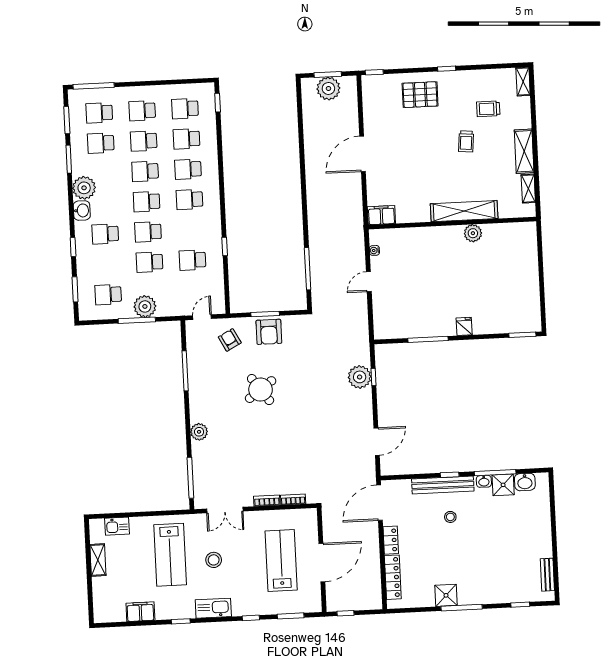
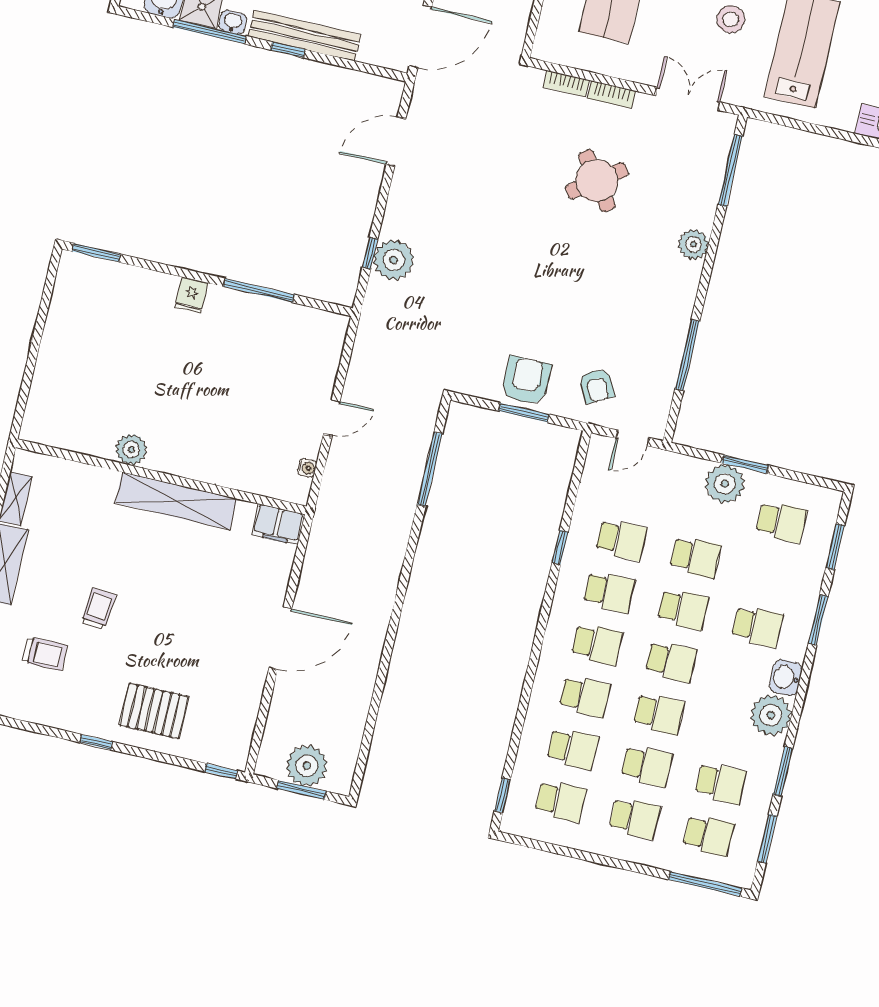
shelving: (464, 211) -> (176, 501), moved
school desk: (191, 230) -> (609, 592), added
window: (73, 247) -> (818, 620), width x1.50
window: (137, 320) -> (745, 464), width x0.69
round table: (261, 390) -> (597, 181), moved

